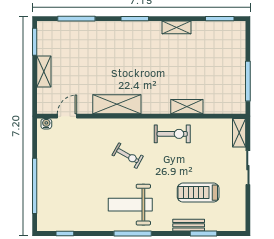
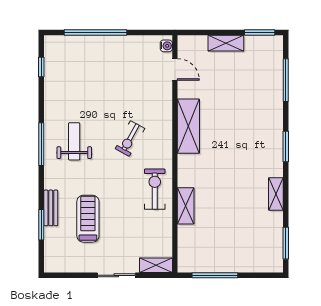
exercise bike: (172, 134) -> (155, 189), turned 180
weight bench: (130, 205) -> (74, 141), width x0.73, depth x0.75

